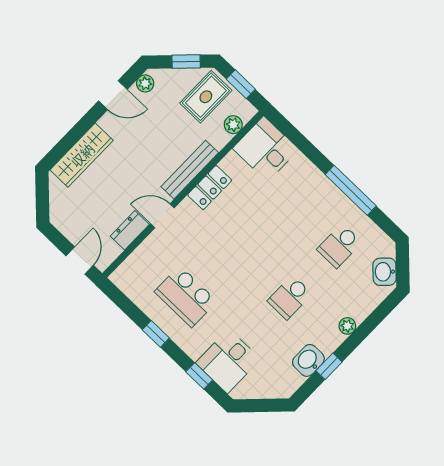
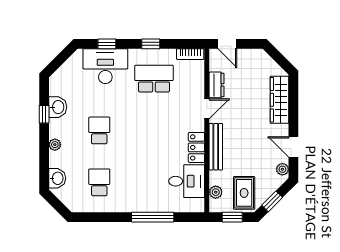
door: (113, 95) -> (293, 147), hinge flipped
desk: (266, 149) -> (187, 181), moved
window: (351, 190) -> (153, 217), moved
washbasin: (385, 272) -> (57, 178), moved, turned 45
bookcase: (126, 286) -> (190, 54), added
desk: (228, 361) -> (105, 66), width x1.37

